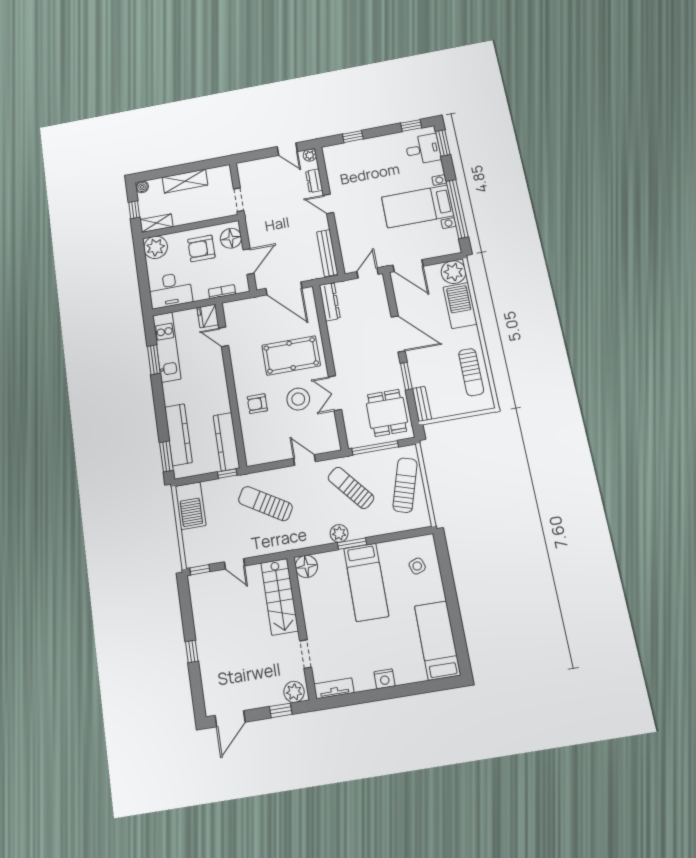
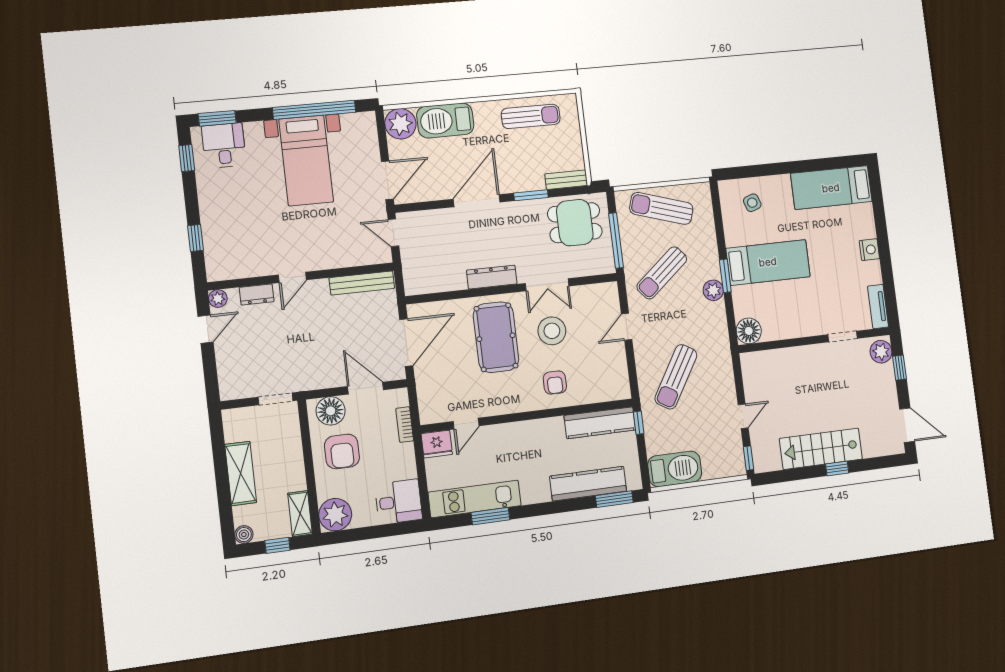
desk: (170, 290) -> (399, 502), width x0.73
dresser: (330, 302) -> (492, 277), moved
stairs: (280, 597) -> (821, 449), moved, turned 180

